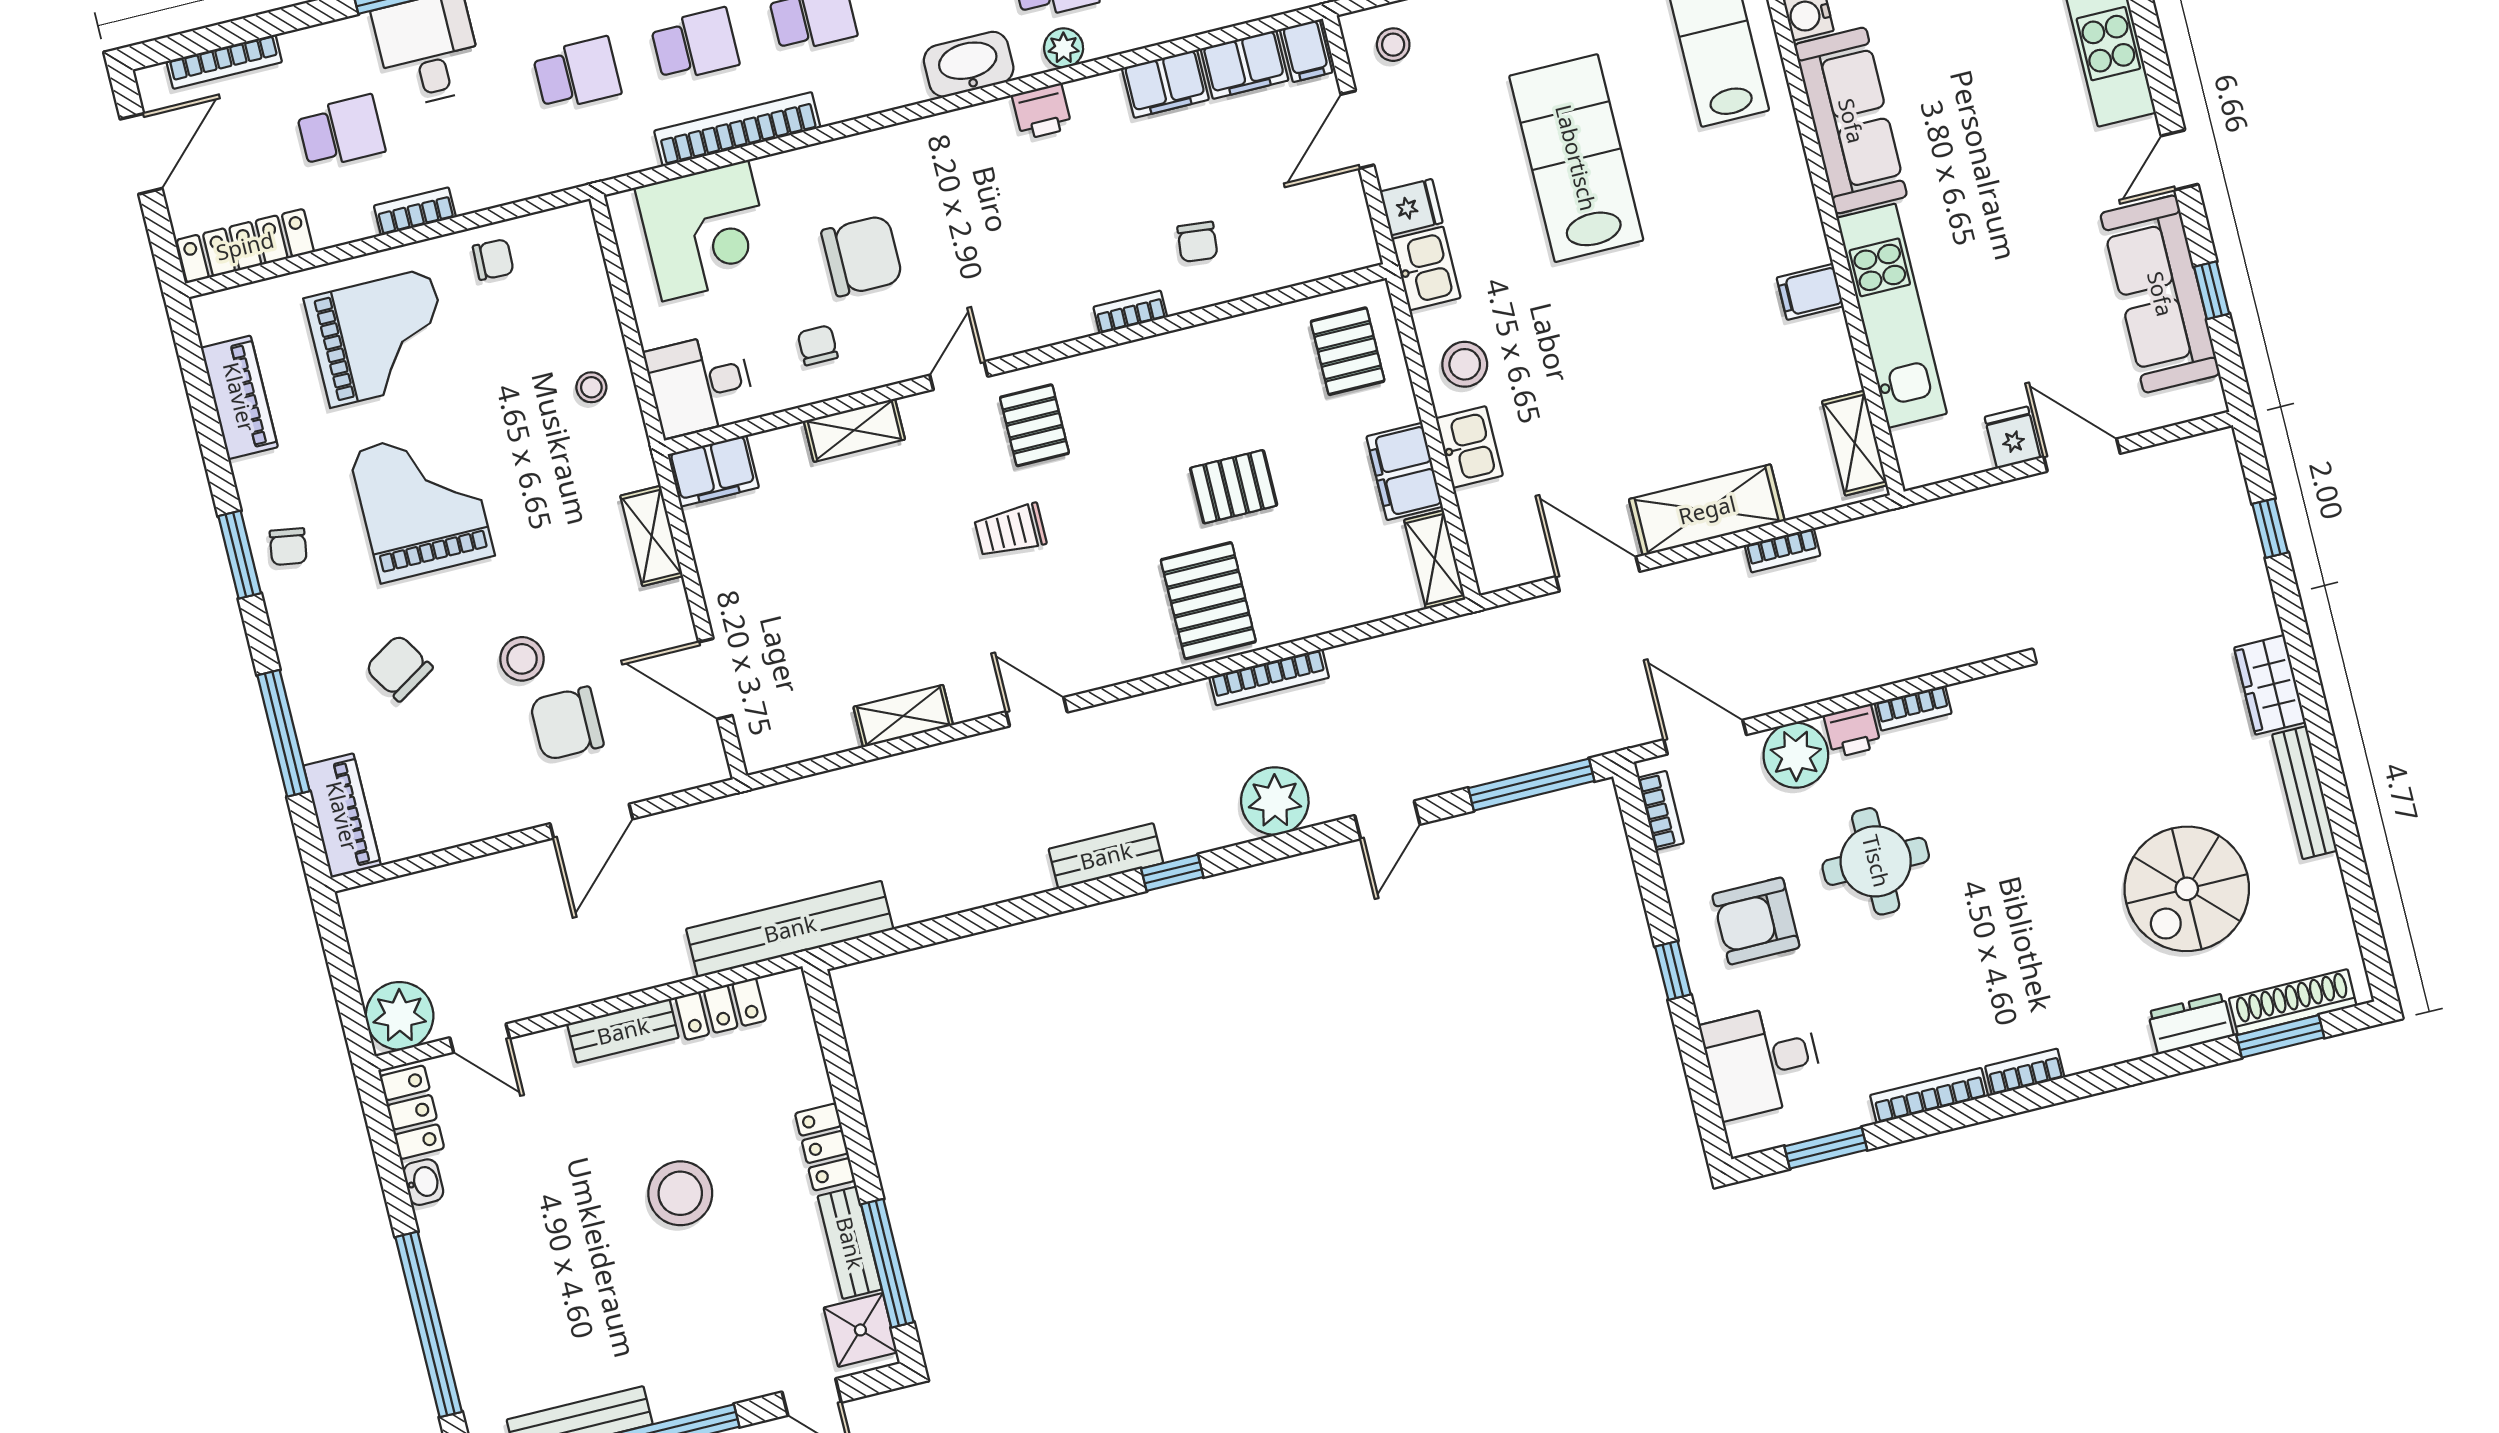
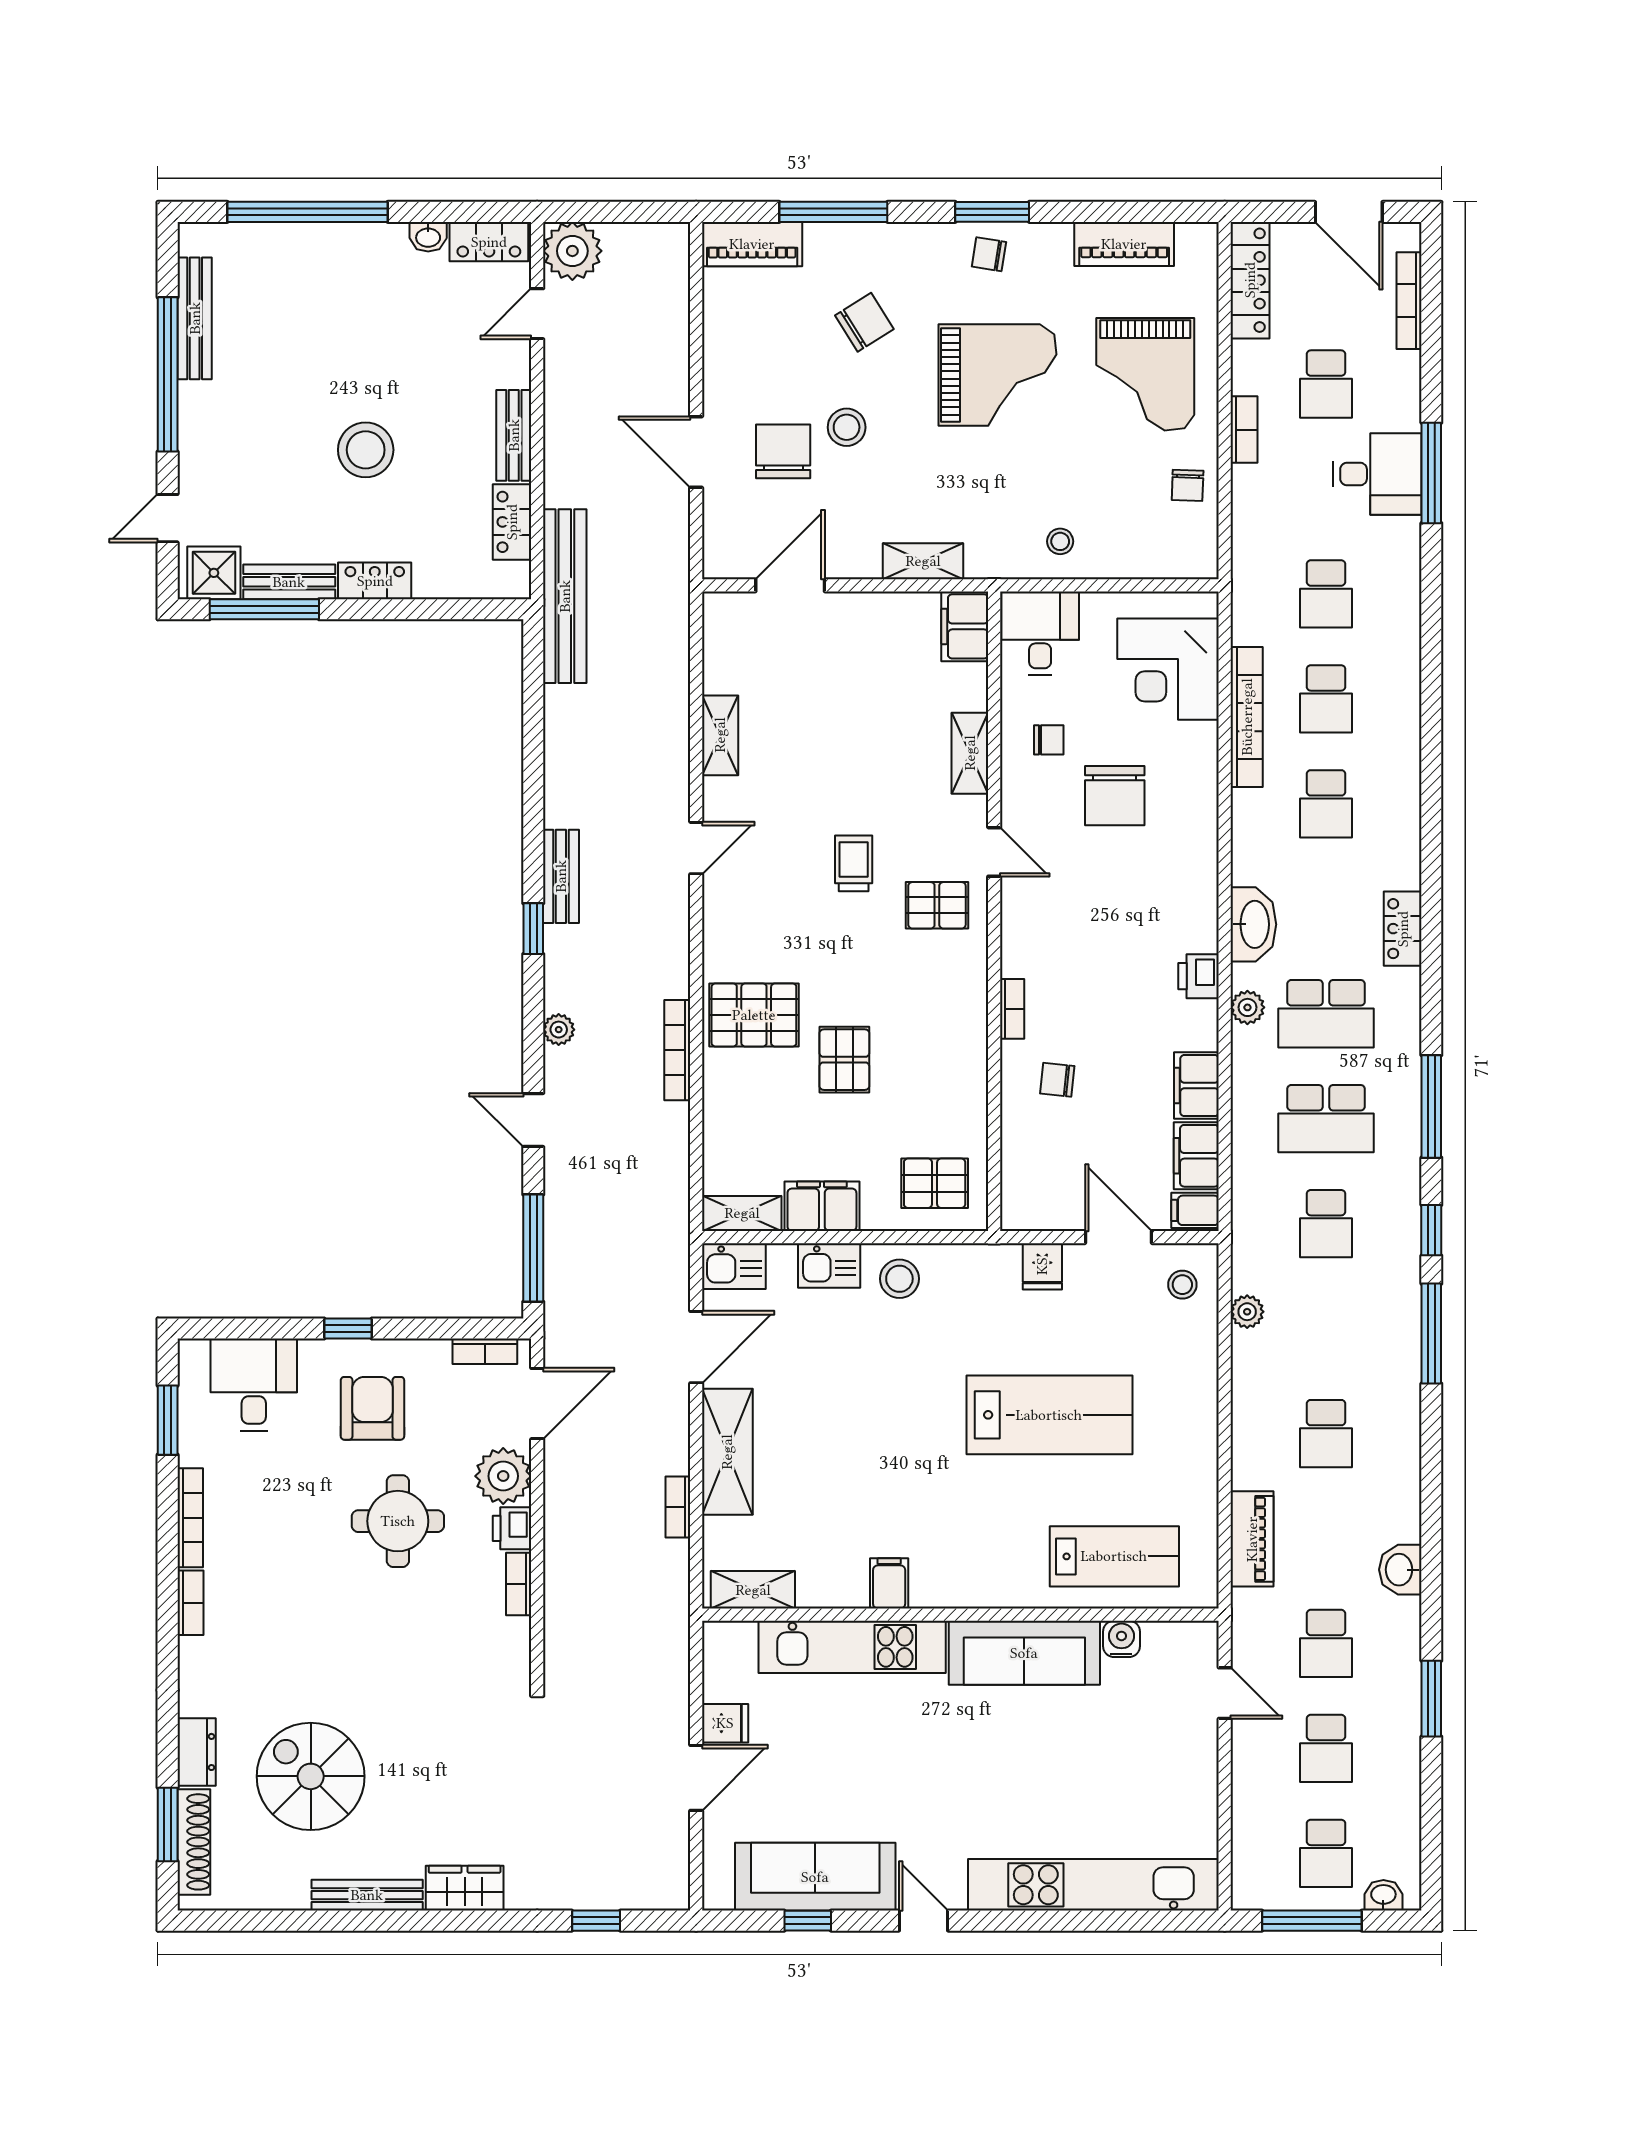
kitchen sink: (1426, 268) -> (734, 1266), moved
plant: (1275, 801) -> (559, 1030), width x0.53, depth x0.53

